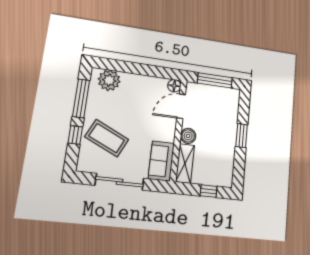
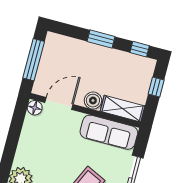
door: (181, 106) -> (59, 103), swing flipped
sofa: (161, 161) -> (109, 132), width x1.36
window: (239, 171) -> (140, 49), added

